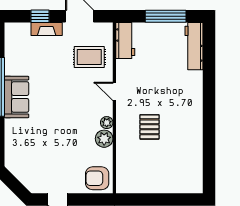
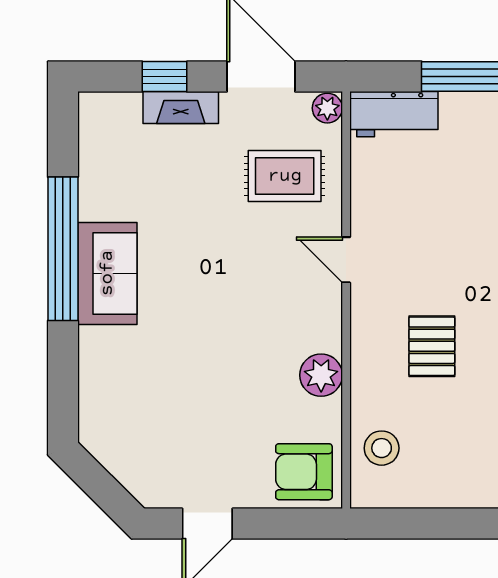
workbench: (125, 40) -> (394, 114), moved, turned 90
plant: (107, 123) -> (327, 108), moved
stool: (129, 169) -> (382, 448), added

